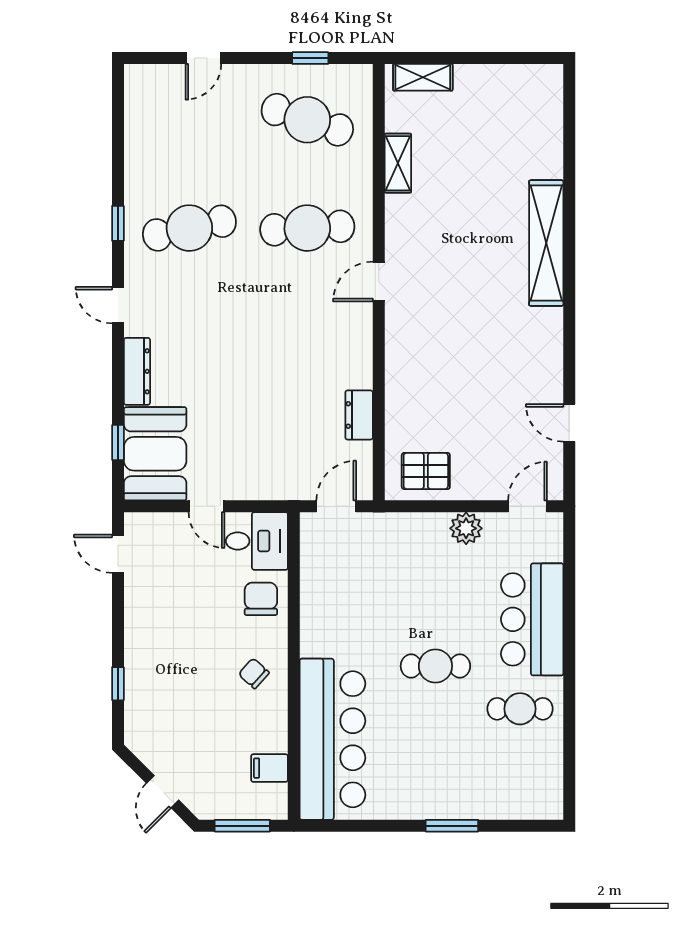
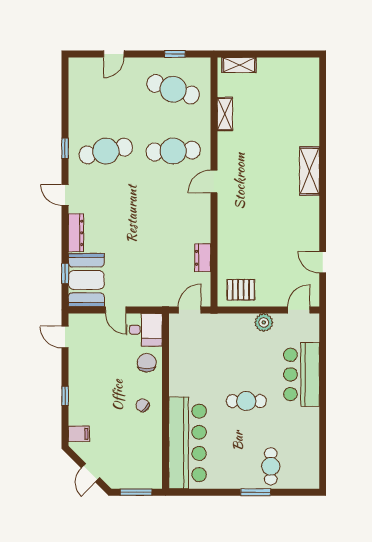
shelving: (546, 243) -> (310, 171), width x0.68
window: (118, 684) -> (65, 396), moved
cafe table: (520, 709) -> (271, 466), moved, turned 90
filing cabinet: (269, 768) -> (79, 434), moved, turned 180

